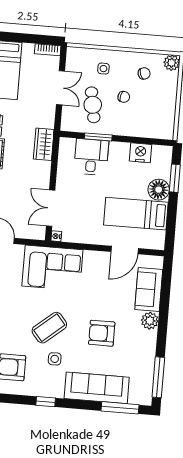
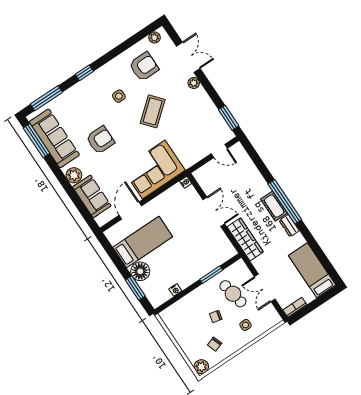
wardrobe: (44, 144) -> (245, 239), width x1.50
nightstand: (140, 153) -> (175, 290), width x0.53, depth x0.56
desk: (91, 157) -> (205, 257), removed
double door: (51, 208) -> (214, 212), moved
corner sofa: (52, 268) -> (154, 169), moved
coffee table: (49, 328) -> (153, 111), moved
sofa: (97, 388) -> (54, 138), moved, turned -90
window: (46, 402) -> (84, 73), moved

